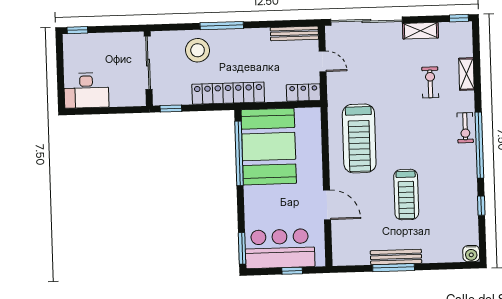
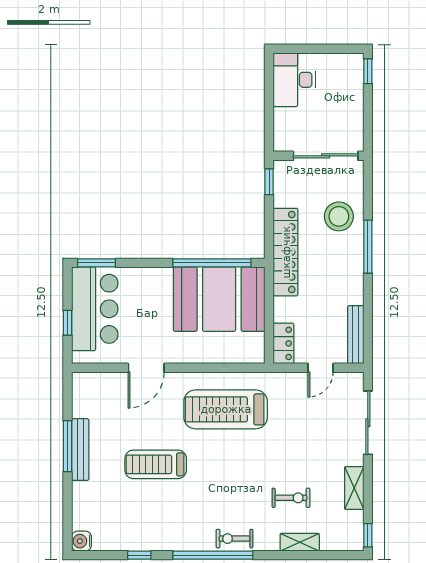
sliding door: (366, 21) -> (368, 423), width x0.73

